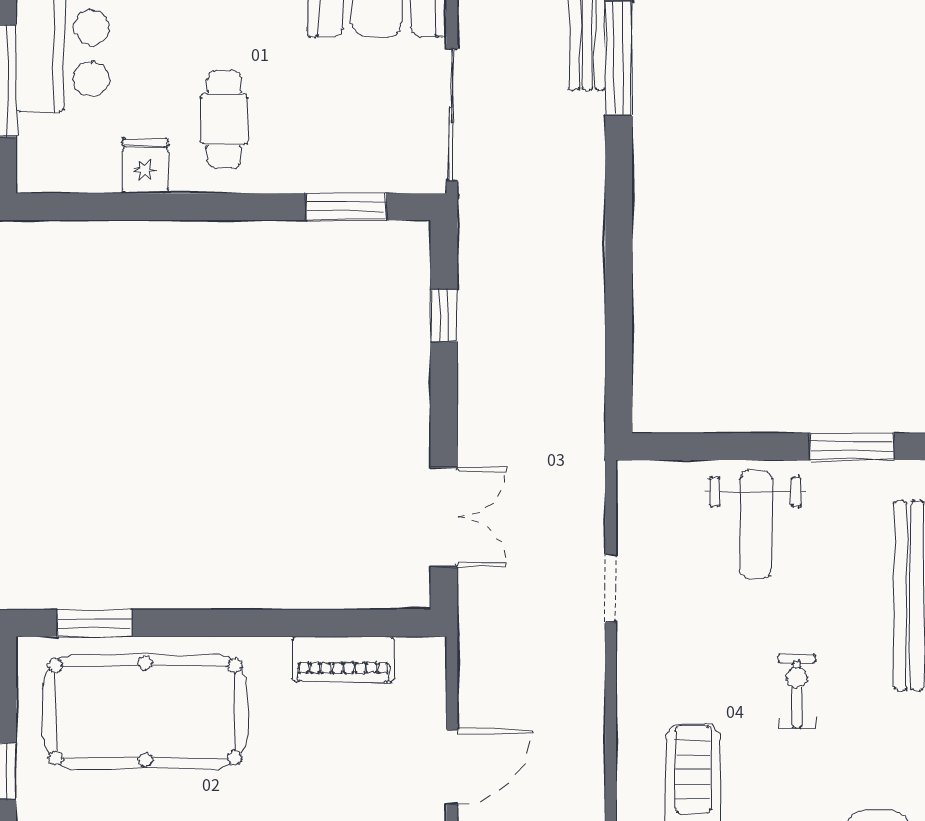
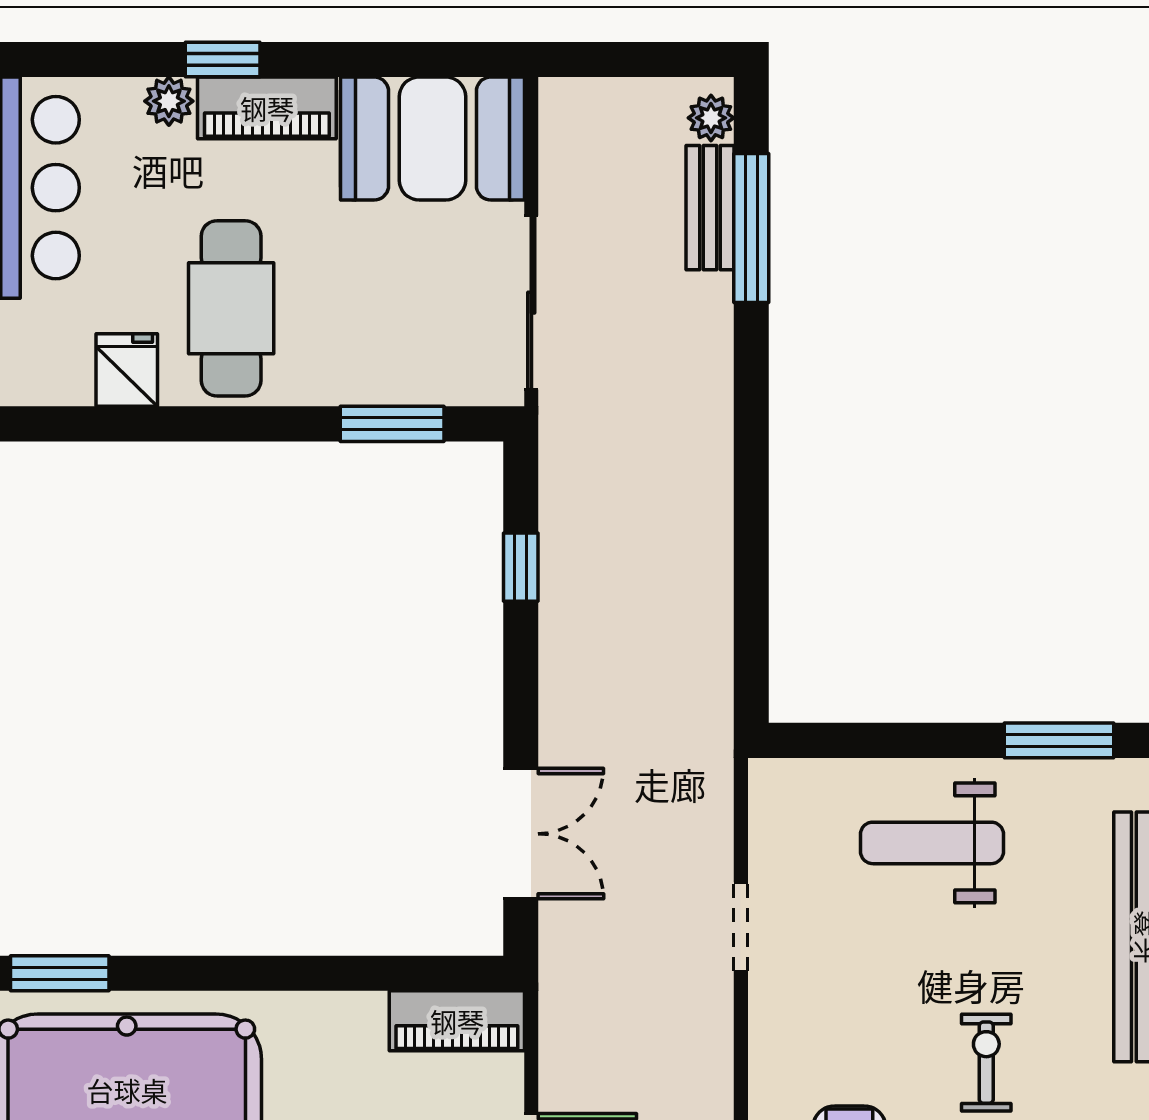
cafe table: (224, 119) -> (231, 308), width x1.37, depth x1.35
weight bench: (756, 524) -> (932, 843), turned 90
piano: (343, 659) -> (457, 1021), moved

